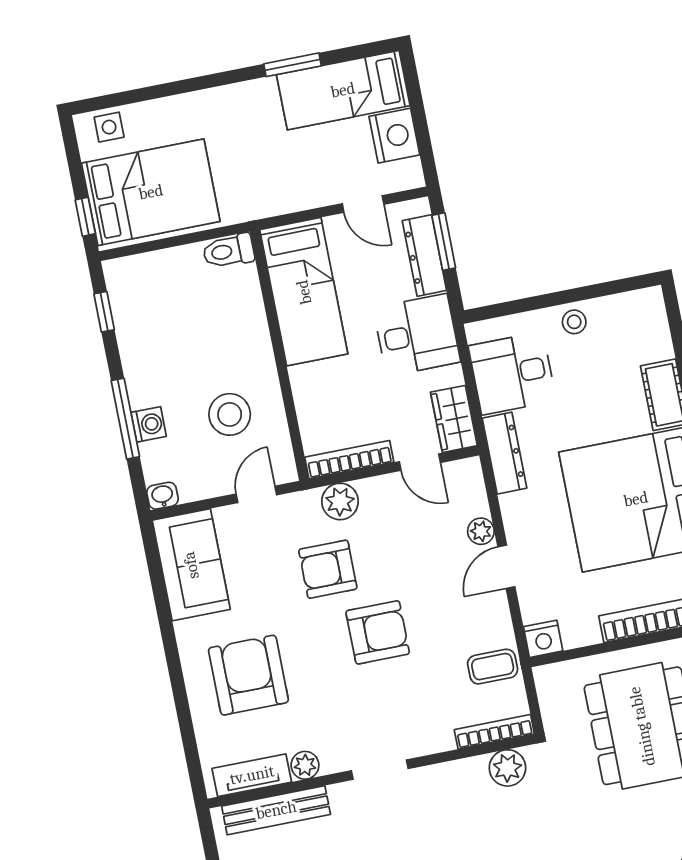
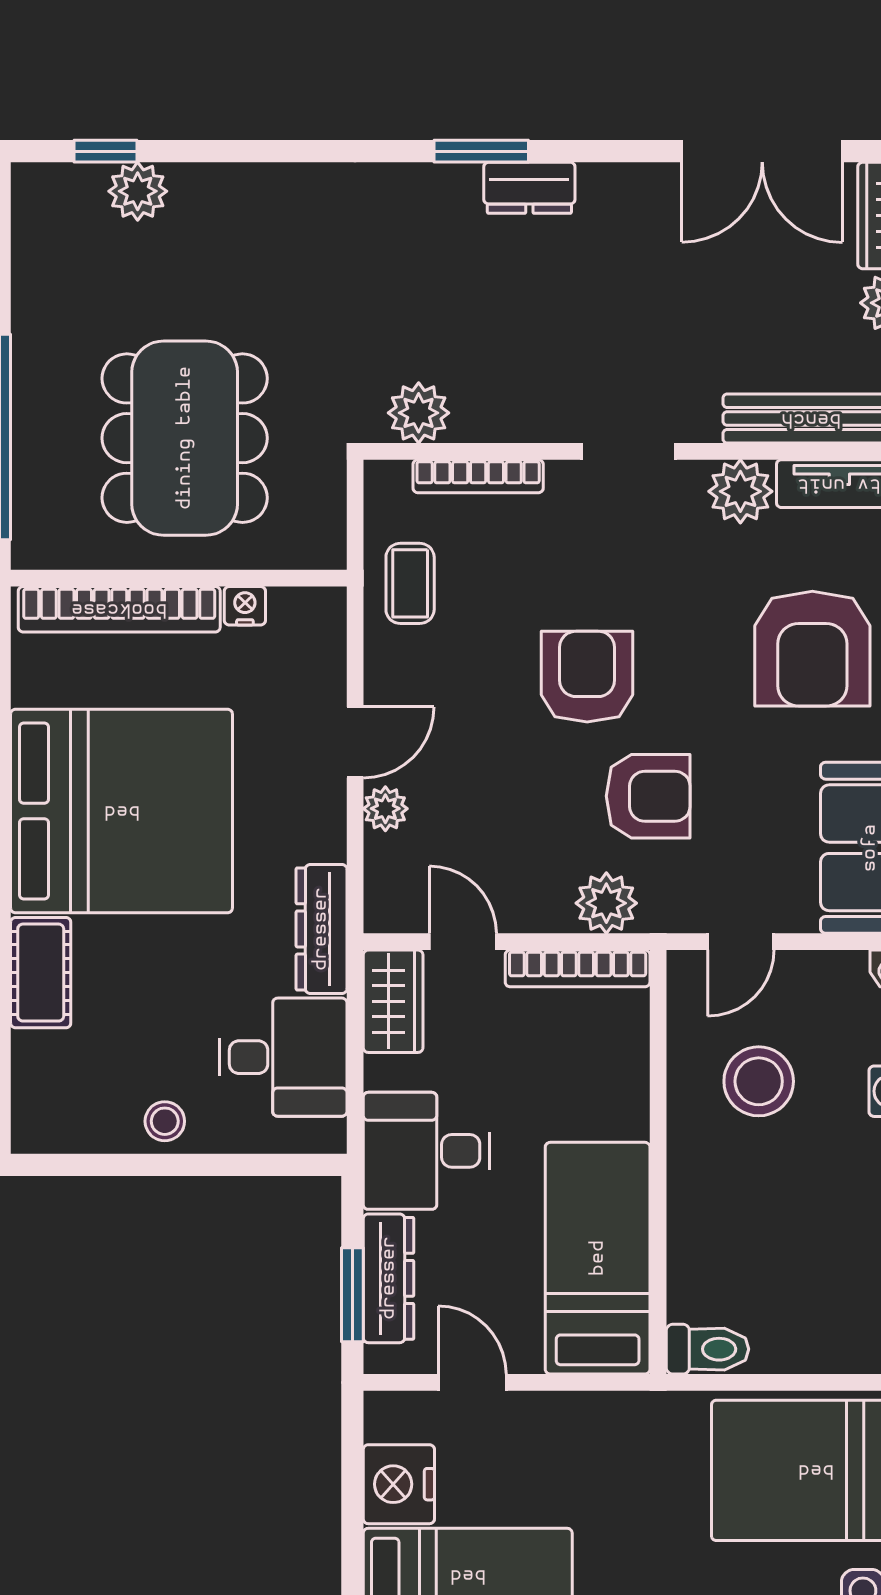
armchair: (378, 632) -> (587, 677), turned 90
nightstand: (543, 639) -> (245, 606), moved, width x0.72, depth x0.74
coffee table: (493, 667) -> (410, 583), turned 90
bookcase: (494, 732) -> (478, 476), moved
plant: (305, 765) -> (740, 491), width x1.38, depth x1.38

